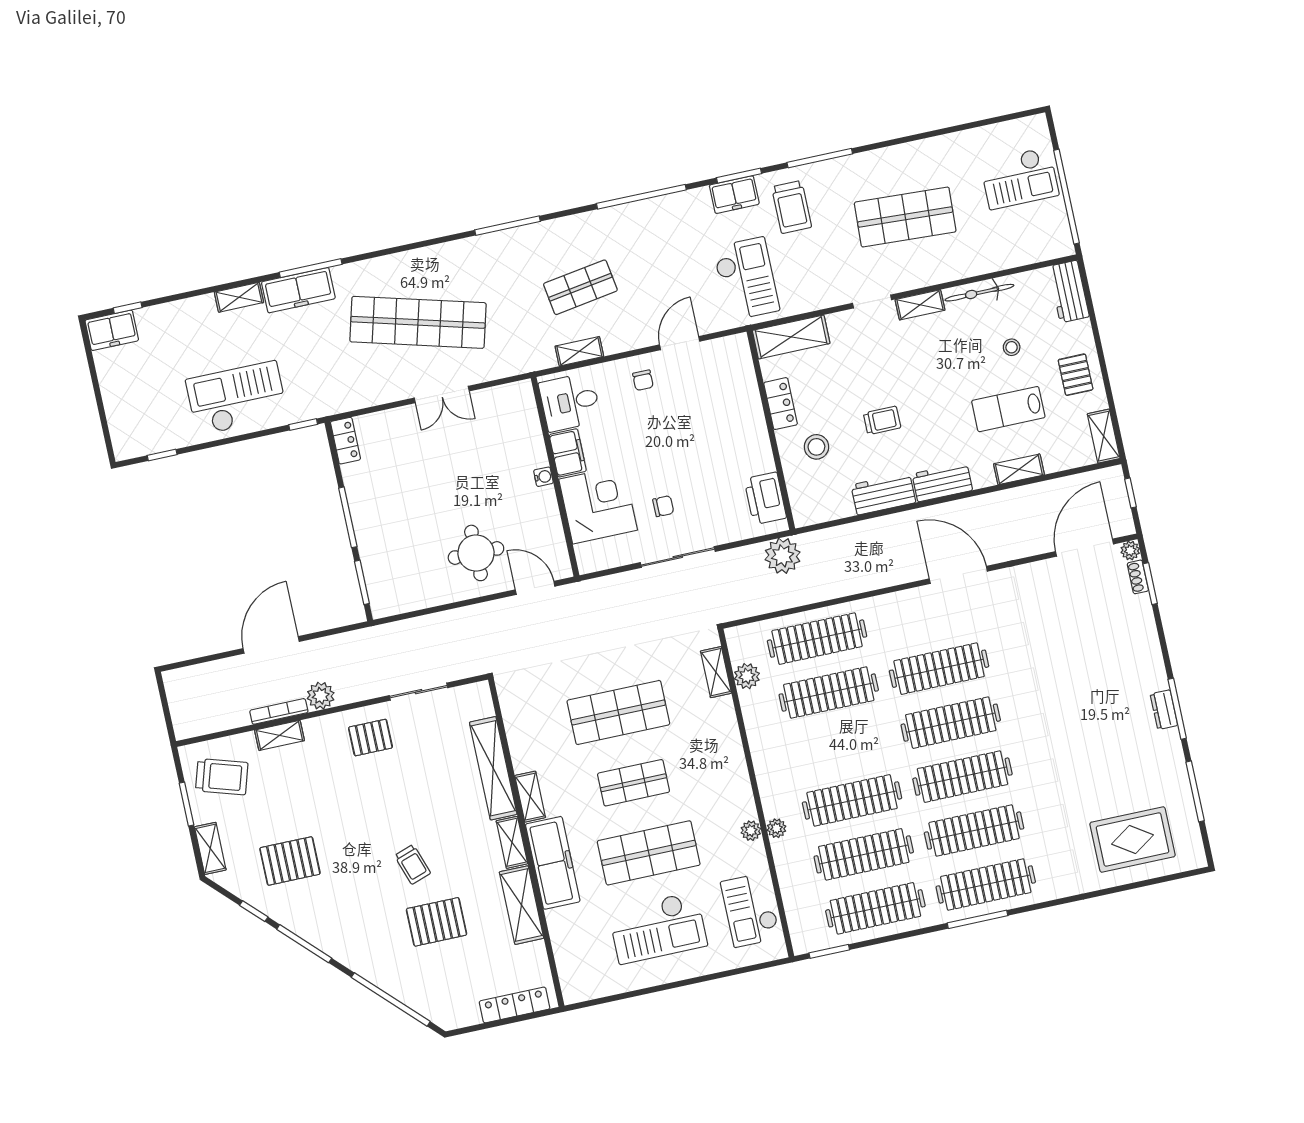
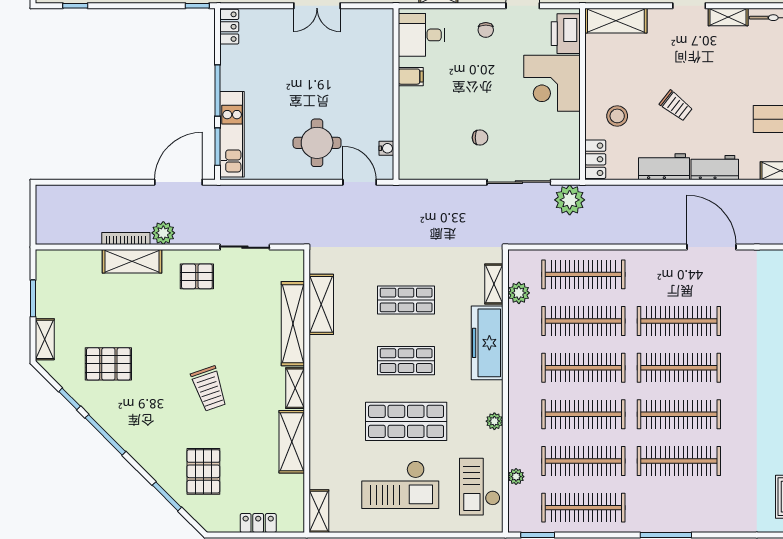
locker: (781, 404) -> (595, 159), moved
trolley: (882, 420) -> (676, 106), turned 38
filing cabinet: (568, 453) -> (411, 77), width x0.50
water cooler: (543, 477) -> (386, 148), moved
printer: (765, 498) -> (566, 34), moved
corner desk: (598, 505) -> (552, 83), moved, turned 180
sliding door: (678, 557) -> (519, 182), moved
kitchen unit: (376, 564) -> (232, 134), added
door: (271, 645) -> (178, 182), moved
shop shelf: (618, 712) -> (406, 300), width x0.70, depth x0.74
shelving: (280, 735) -> (132, 261), width x1.50, depth x1.33
trolley: (222, 777) -> (67, 282), removed
shelving: (530, 797) -> (321, 304), moved, width x1.50, depth x1.33
plant: (776, 828) -> (516, 477), moved
freezer: (553, 863) -> (487, 343), moved, turned 180
trolley: (413, 864) -> (209, 389), width x1.36, depth x1.39
clothes rail: (986, 884) -> (583, 368), moved
pallet: (437, 922) -> (203, 471), moved, turned 90
shelving: (570, 978) -> (319, 511), added
window: (391, 999) -> (167, 496), width x0.47
locker: (515, 1005) -> (258, 523), width x0.66

